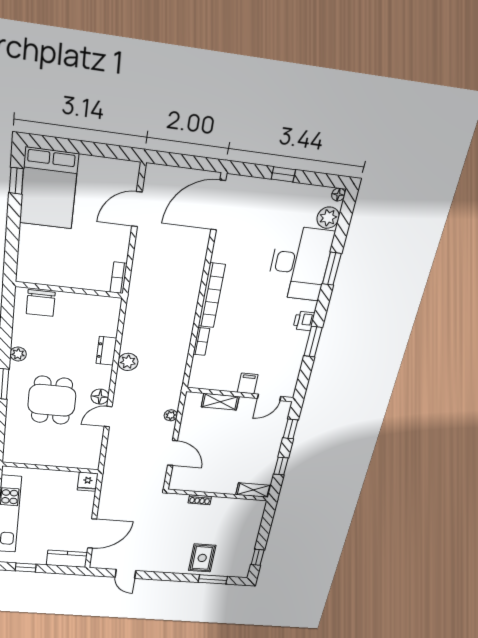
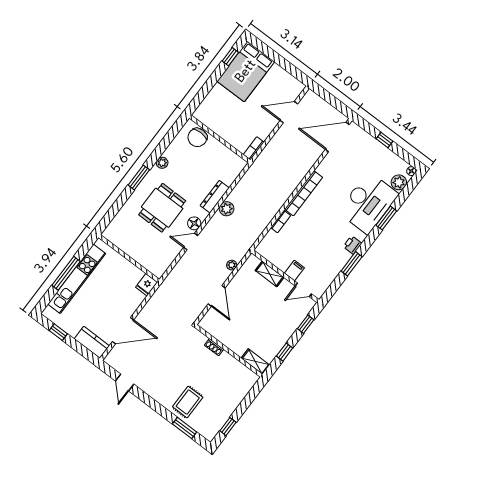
dresser: (106, 351) -> (215, 197), width x1.44

